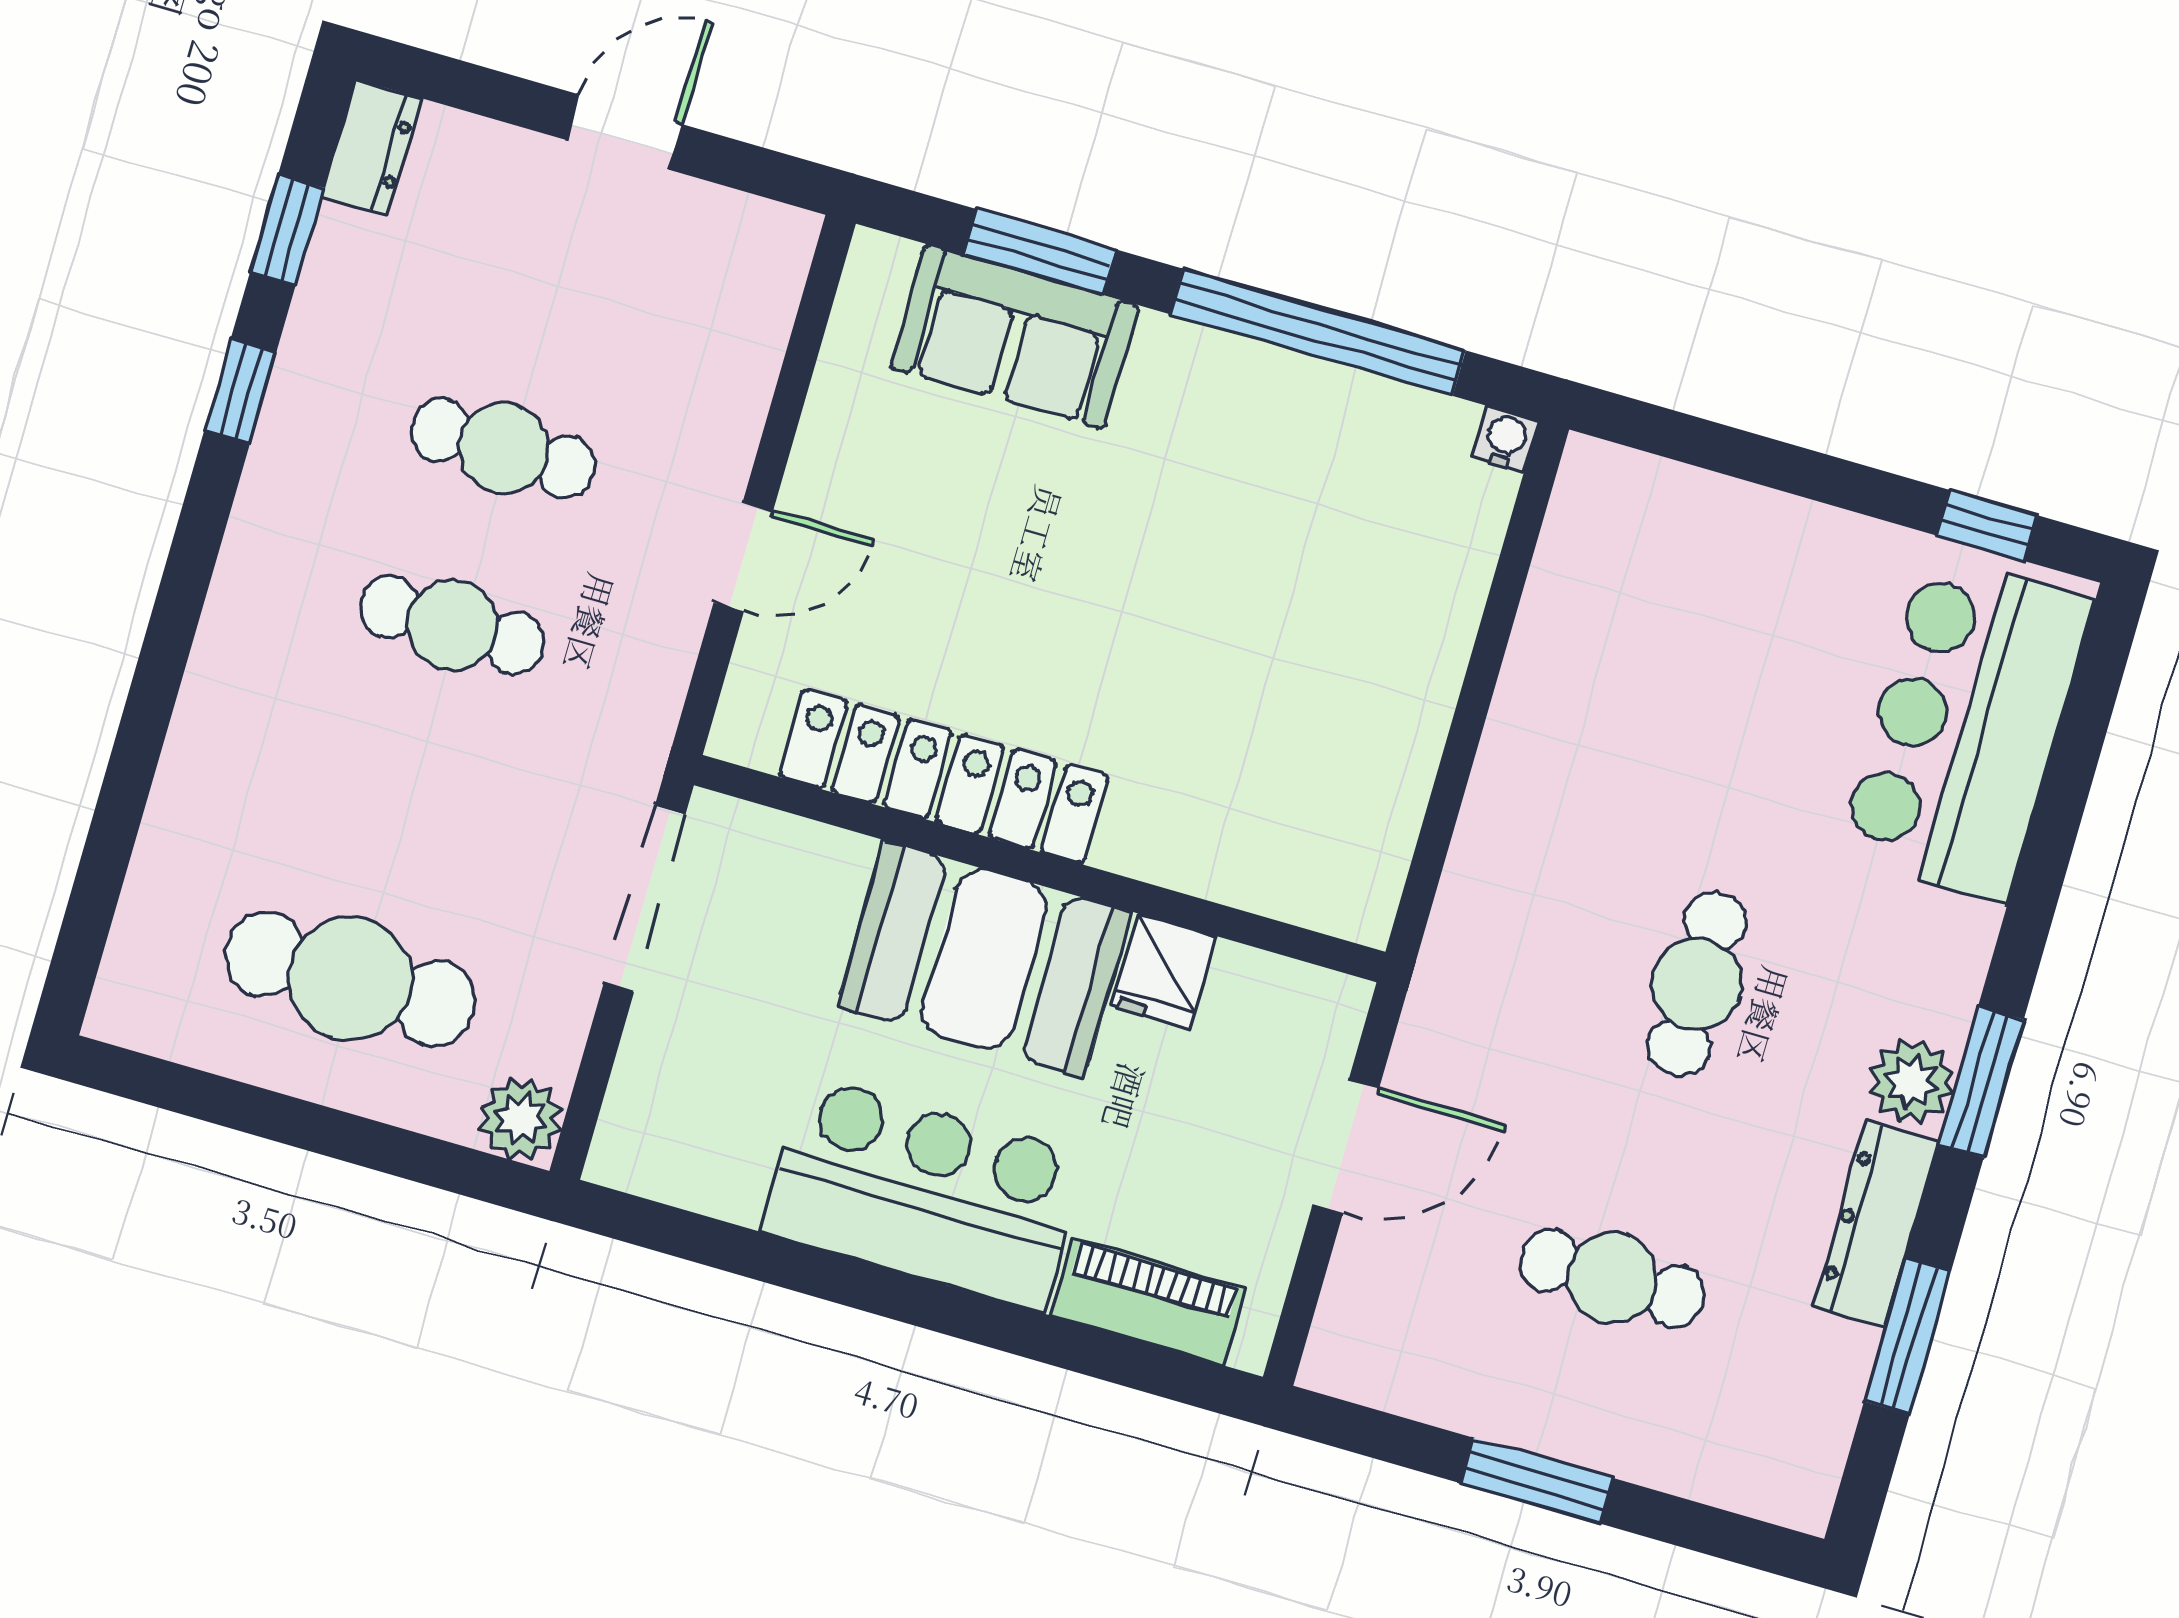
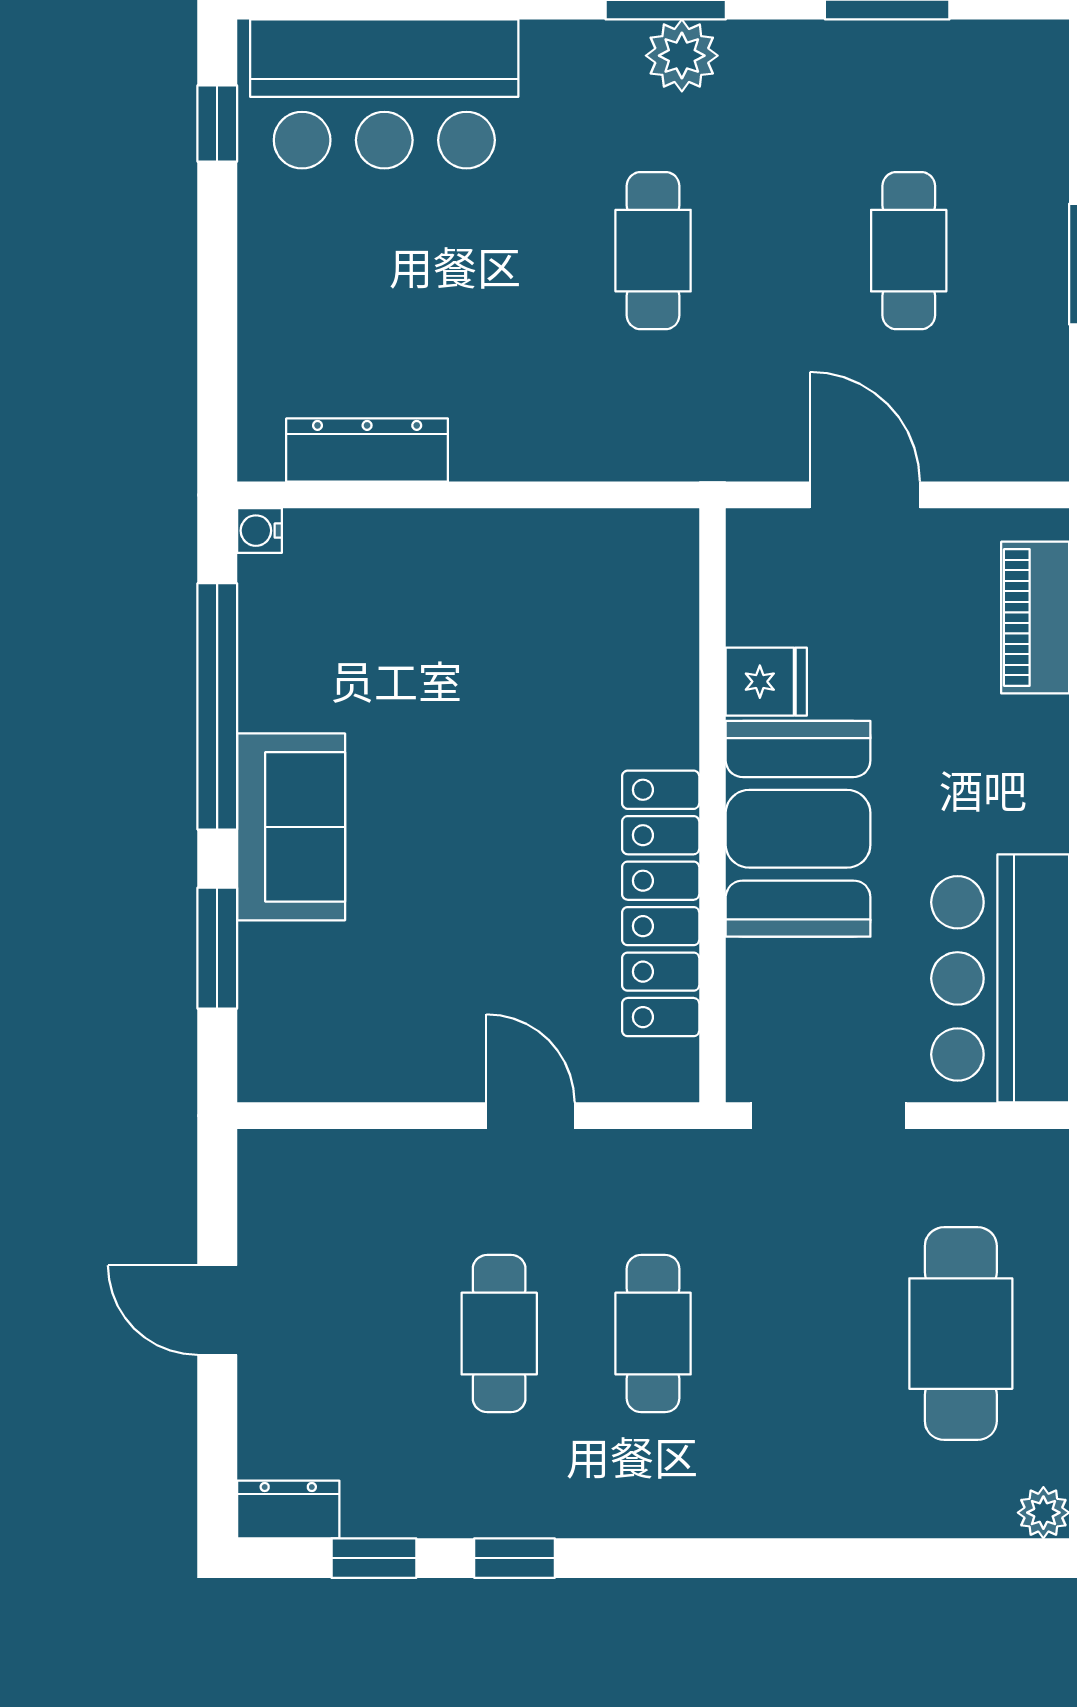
sofa: (1014, 337) -> (291, 827), moved
cafe table: (1697, 984) -> (653, 251), turned 90
plant: (521, 1119) -> (1043, 1513), moved, width x0.73, depth x0.73
bar counter: (924, 1193) -> (1000, 978), moved
dresser: (1876, 1224) -> (367, 450), moved, turned 180

